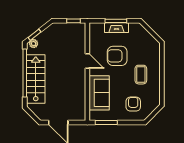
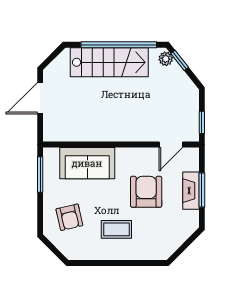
door: (87, 61) -> (171, 145), moved
armchair: (133, 104) -> (69, 217), turned 77

